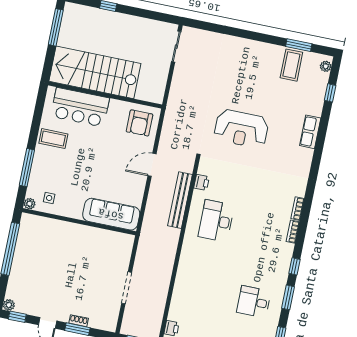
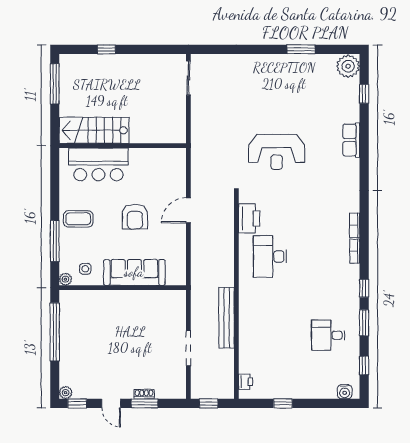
window: (299, 45) -> (301, 49), moved
coffee table: (291, 65) -> (316, 72), removed
plant: (326, 66) -> (348, 66), width x1.88, depth x1.88
stairs: (95, 72) -> (94, 130), width x0.73, depth x0.66
armchair: (140, 123) -> (135, 217), moved
coffee table: (53, 139) -> (78, 219), moved
printer: (202, 182) -> (249, 218), width x1.87, depth x1.48
bench: (180, 200) -> (226, 318), moved
sofa: (111, 214) -> (134, 272), moved

